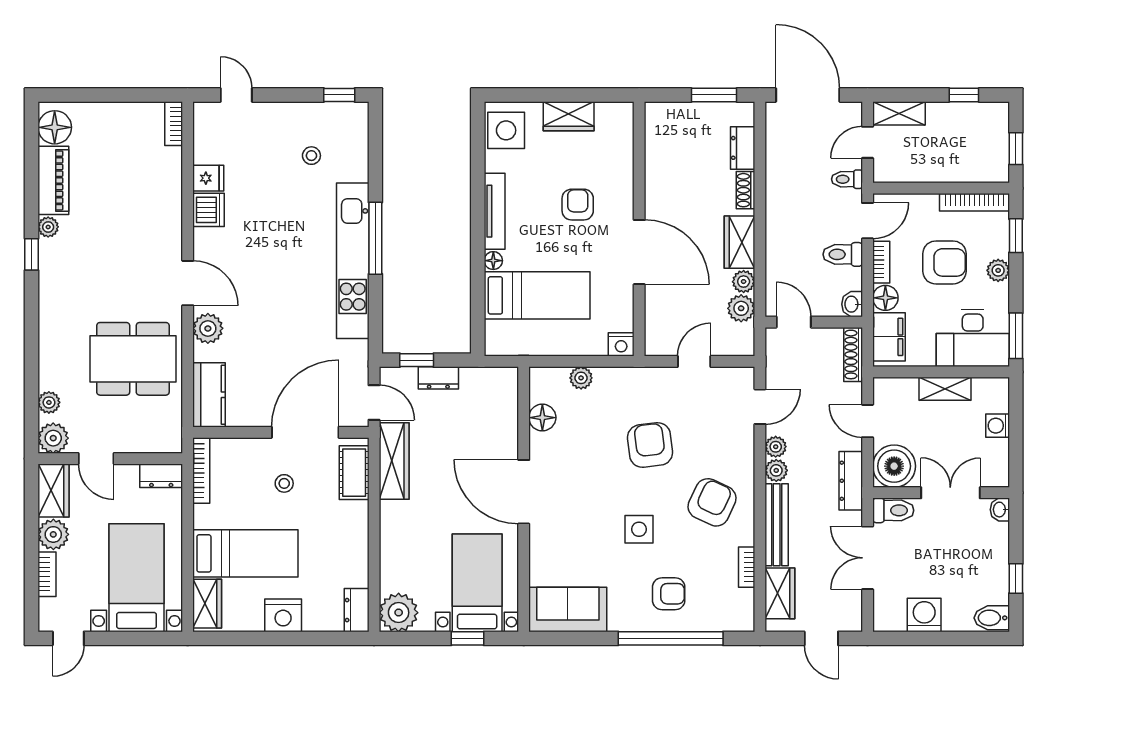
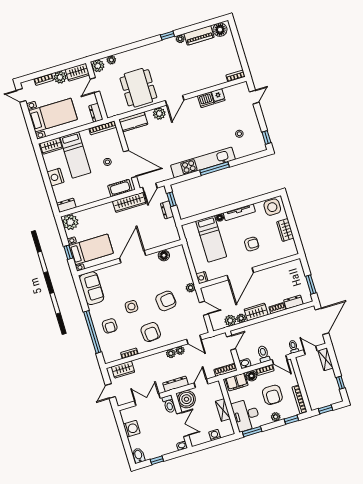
plant: (581, 378) -> (191, 288), moved
armchair: (712, 502) -> (151, 332), turned 61
bench: (777, 525) -> (150, 360), removed

